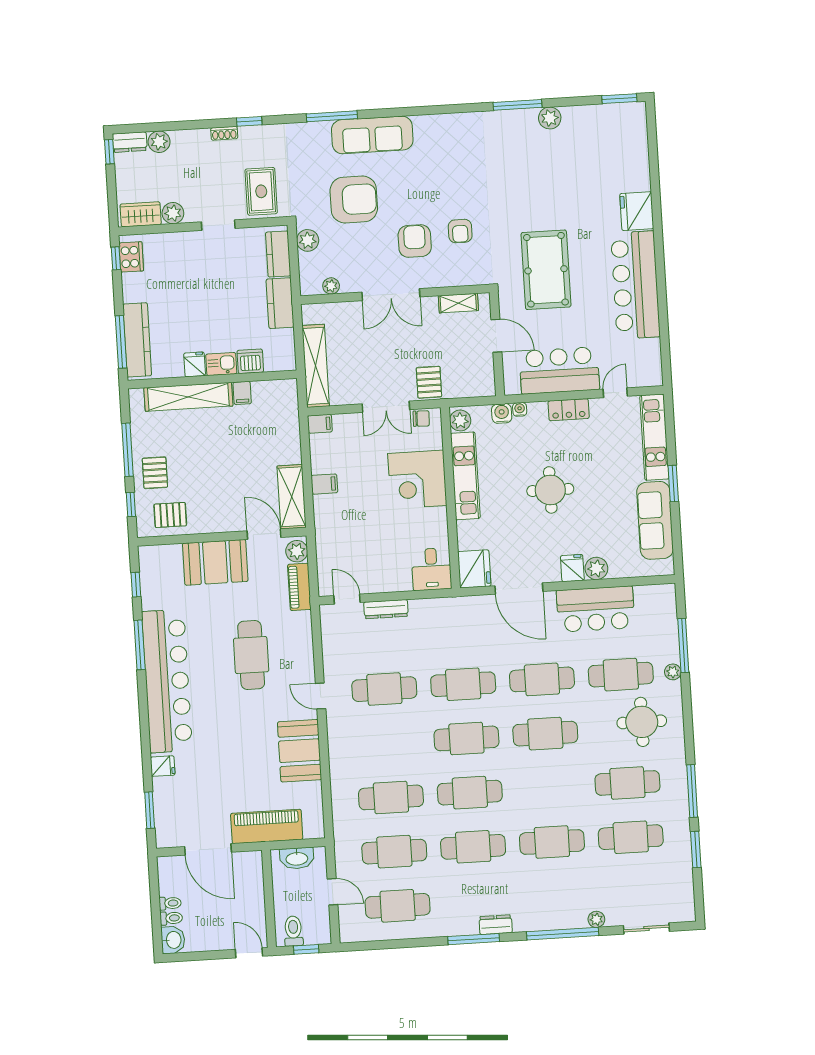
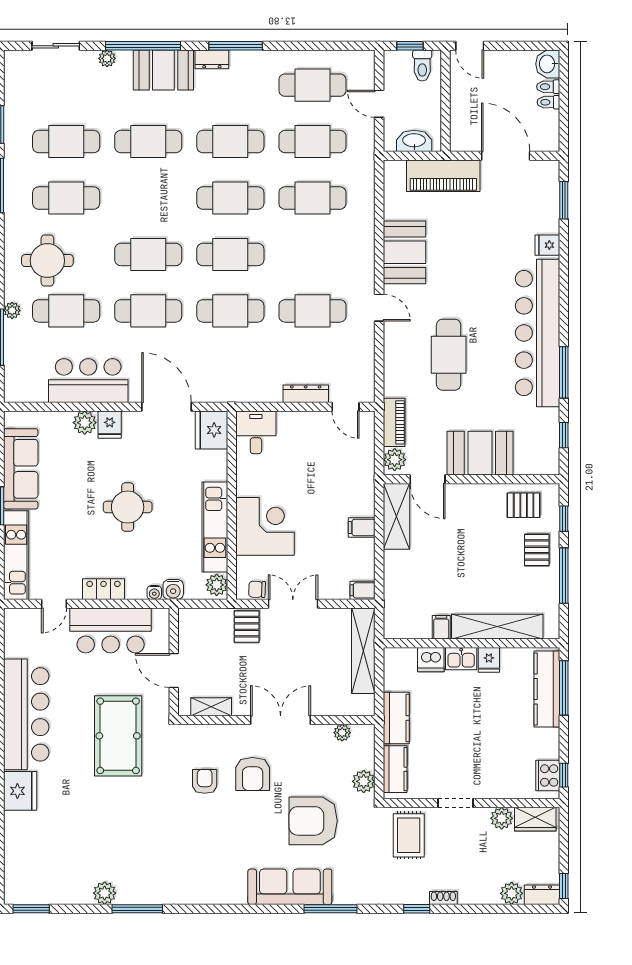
booth: (542, 912) -> (163, 70), added

